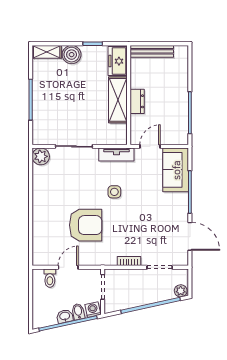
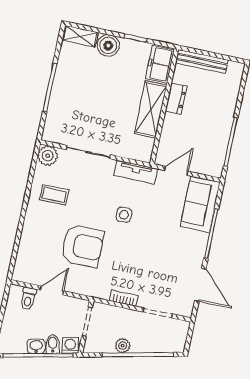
dresser: (137, 101) -> (176, 99), moved
coffee table: (53, 188) -> (54, 195), added
plant: (181, 291) -> (123, 346), moved

